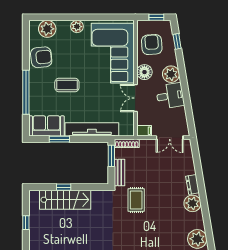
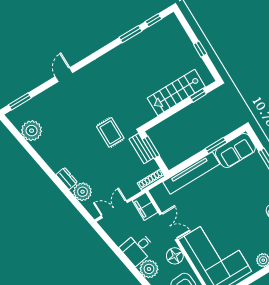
coffee table: (67, 85) -> (240, 200), removed
filing cabinet: (144, 131) -> (145, 206), width x2.00
window: (111, 156) -> (151, 147), moved
window: (64, 187) -> (198, 95), moved
plant: (192, 203) -> (83, 192), moved

